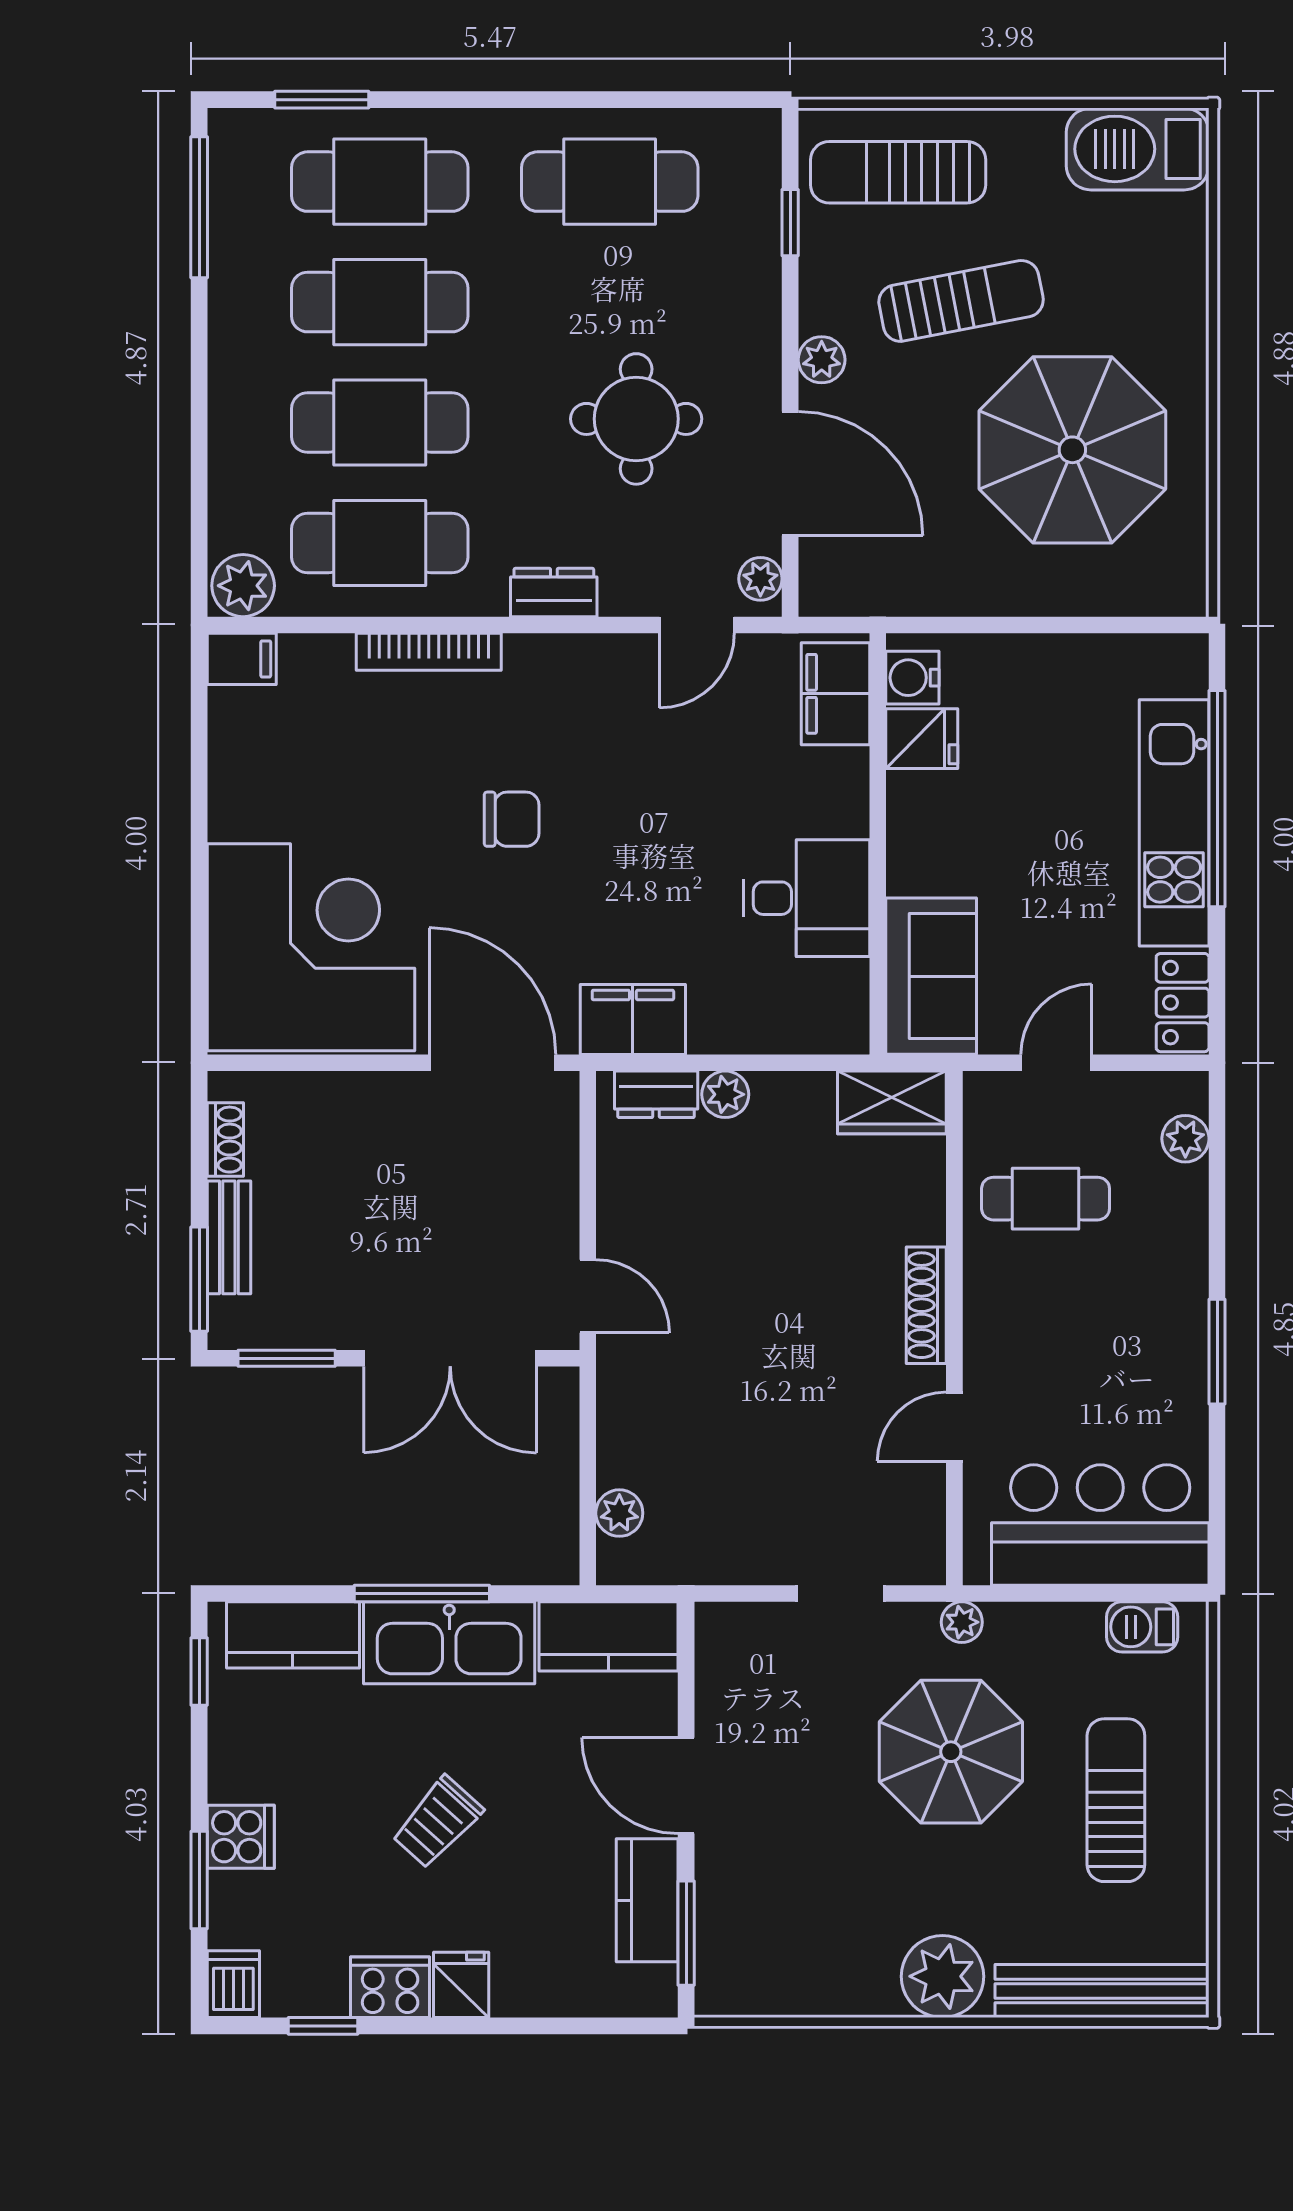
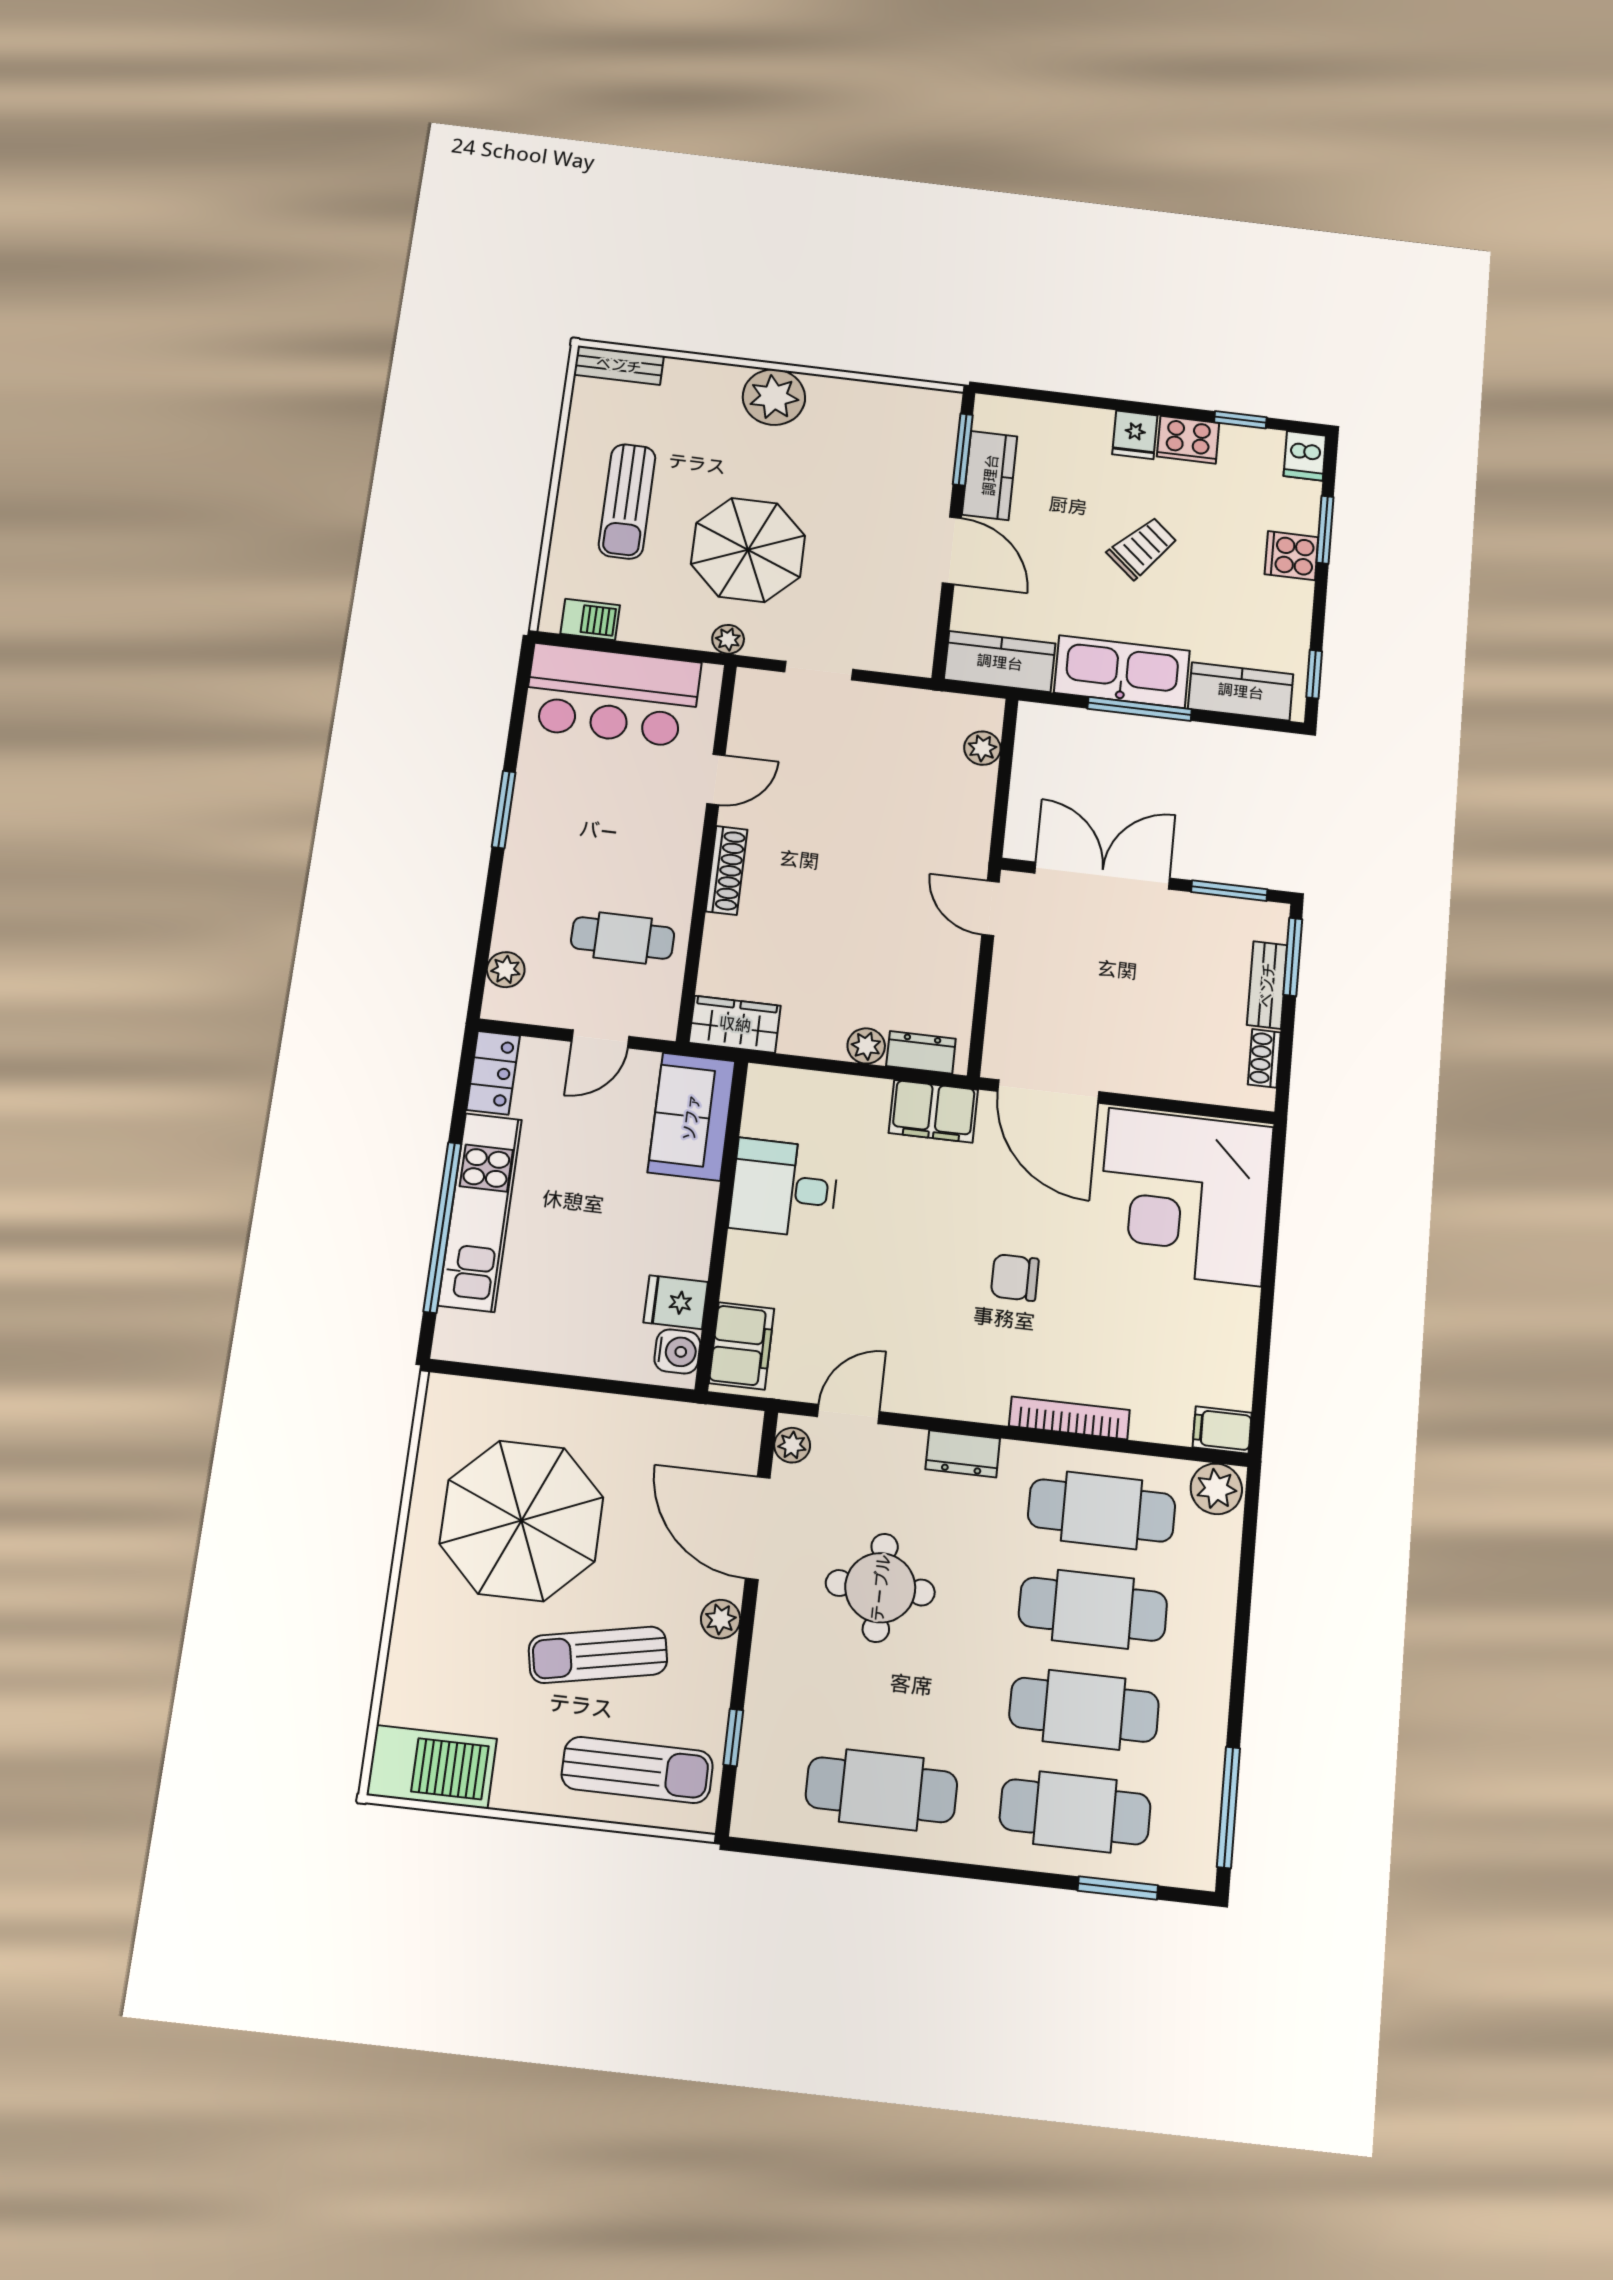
bench: (1102, 1991) -> (619, 365), width x0.54, depth x0.82

